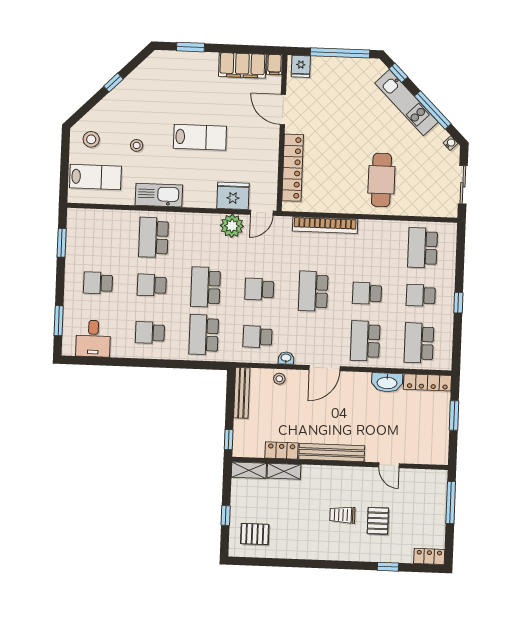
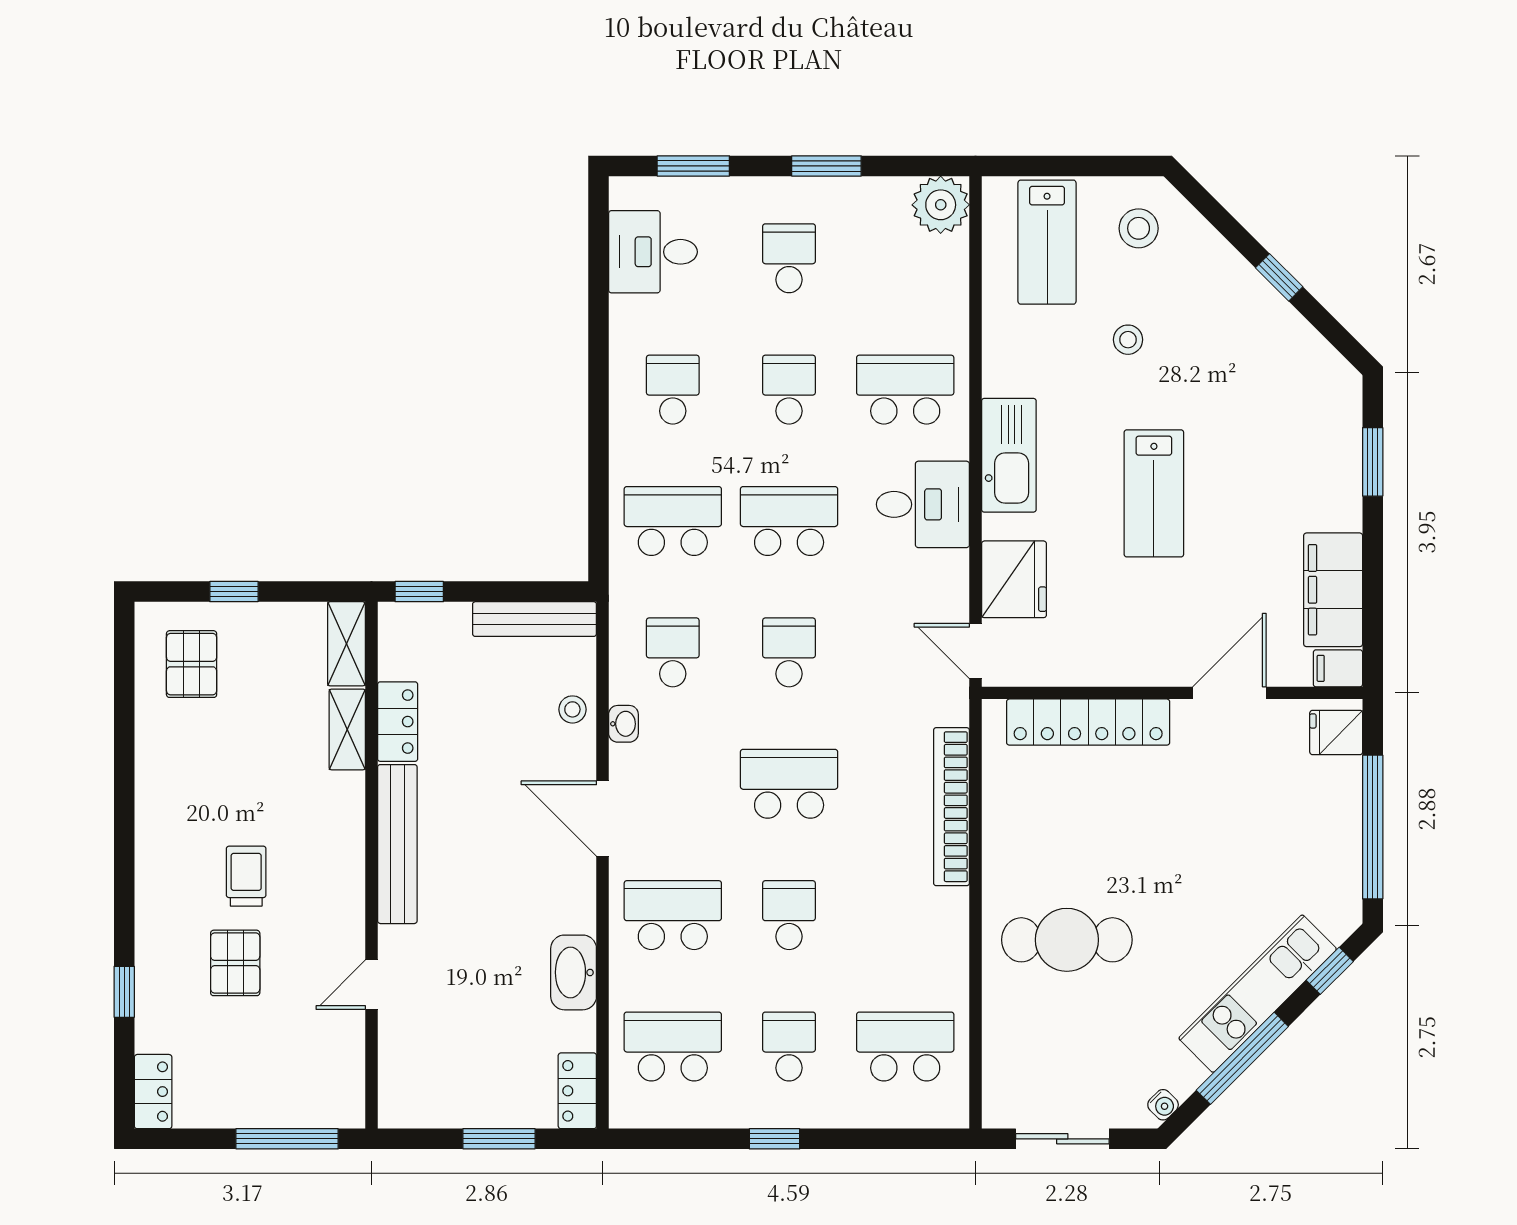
kitchen sink: (159, 195) -> (1009, 455), moved
plant: (232, 226) -> (941, 205), moved
desk: (201, 232) -> (923, 504), added
window: (62, 243) -> (826, 166), moved
locker: (427, 382) -> (577, 1091), width x0.66
pallet: (378, 521) -> (235, 963), turned 90

